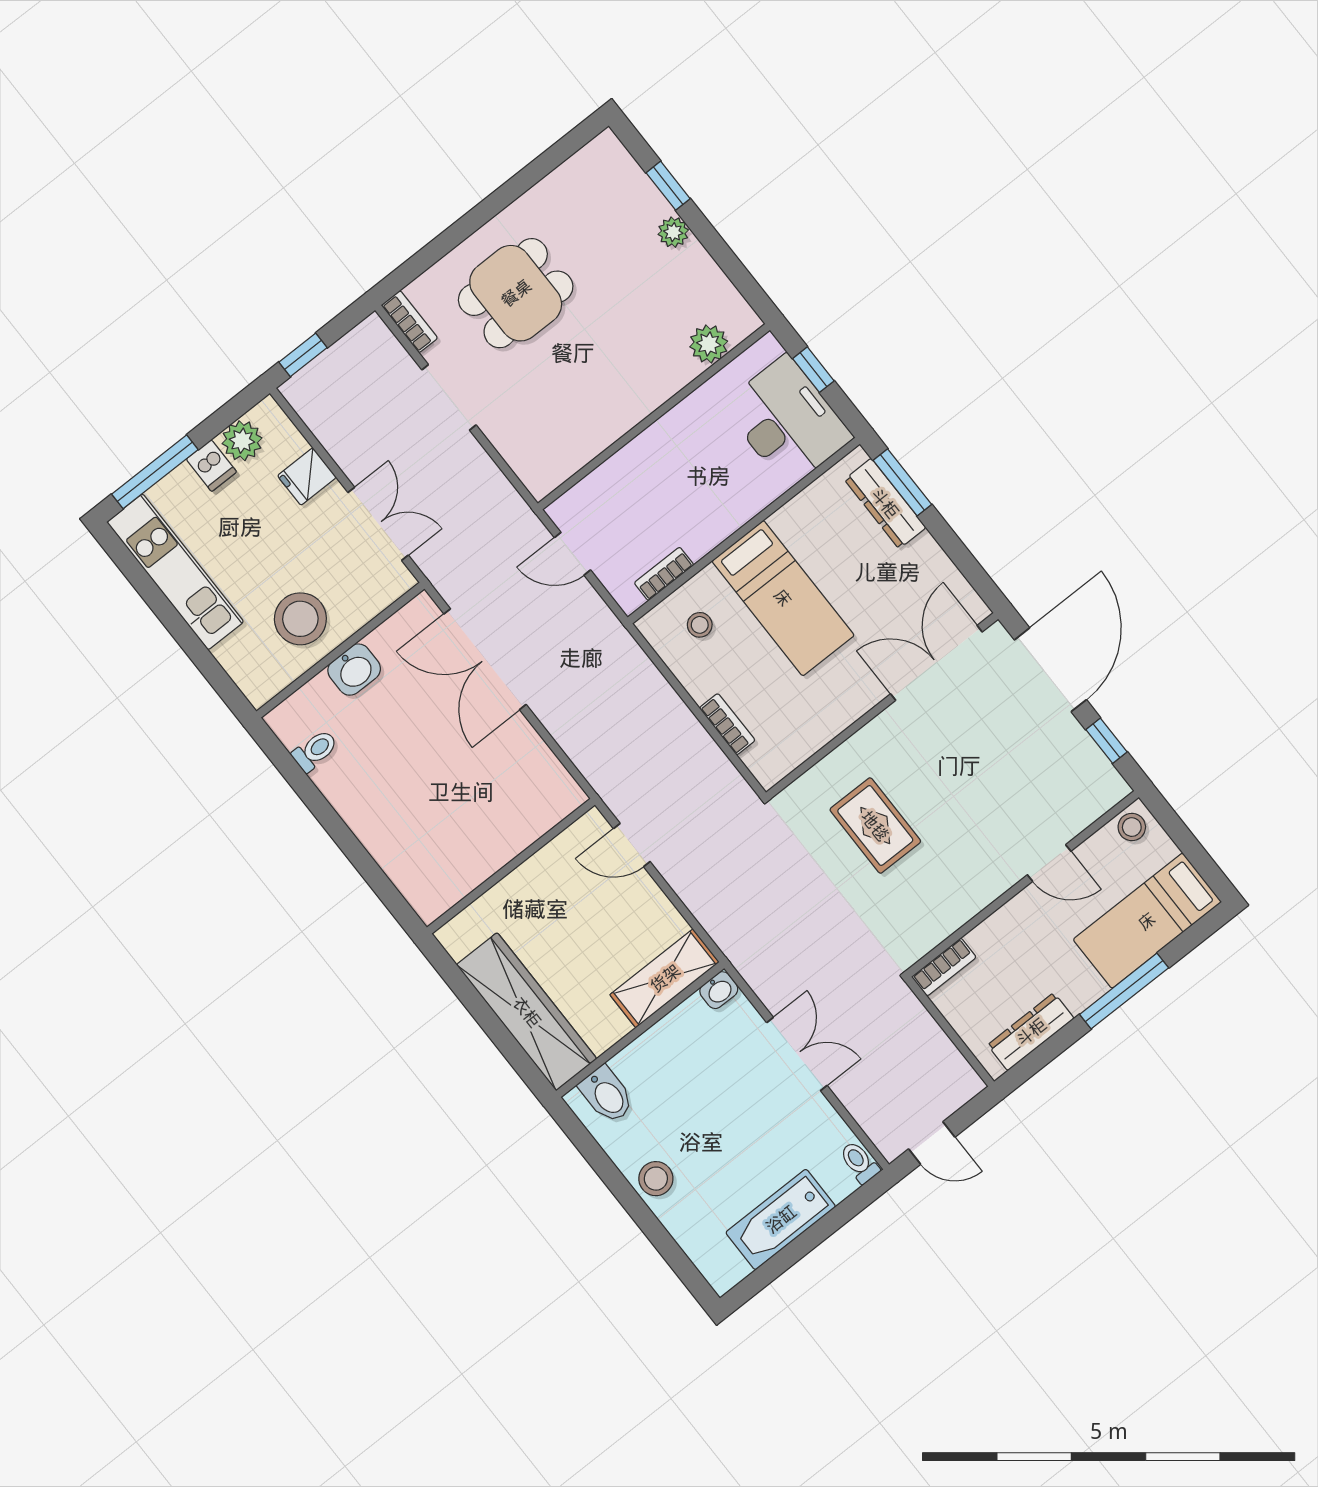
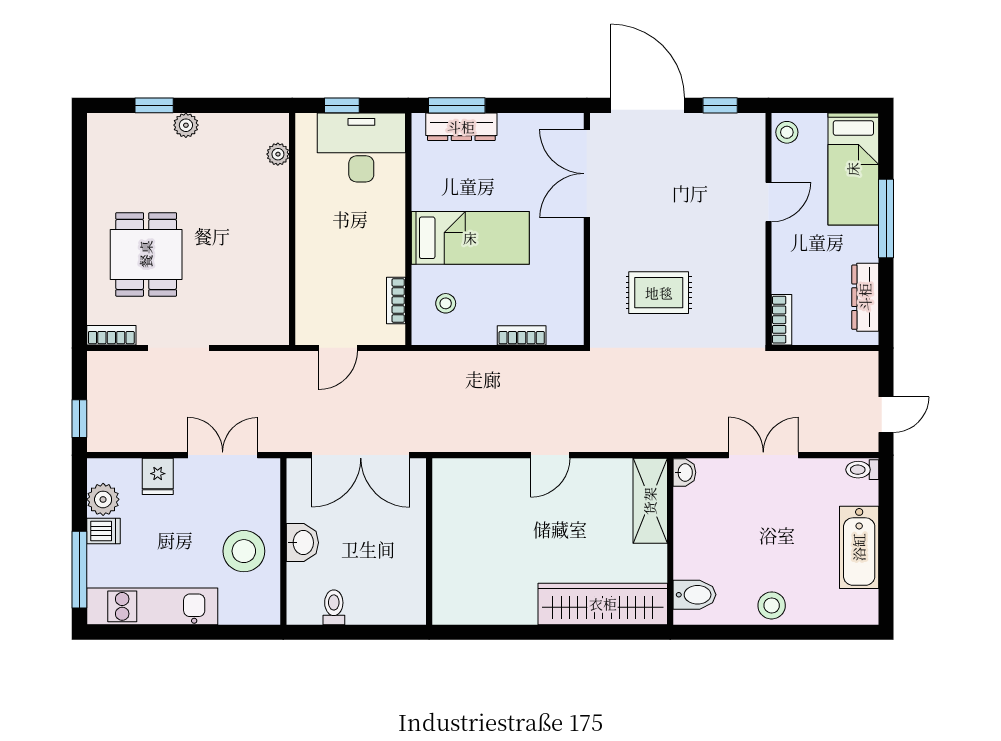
plant: (709, 344) -> (278, 154), width x0.73, depth x0.73
wall: (511, 866) -> (429, 541), moved

